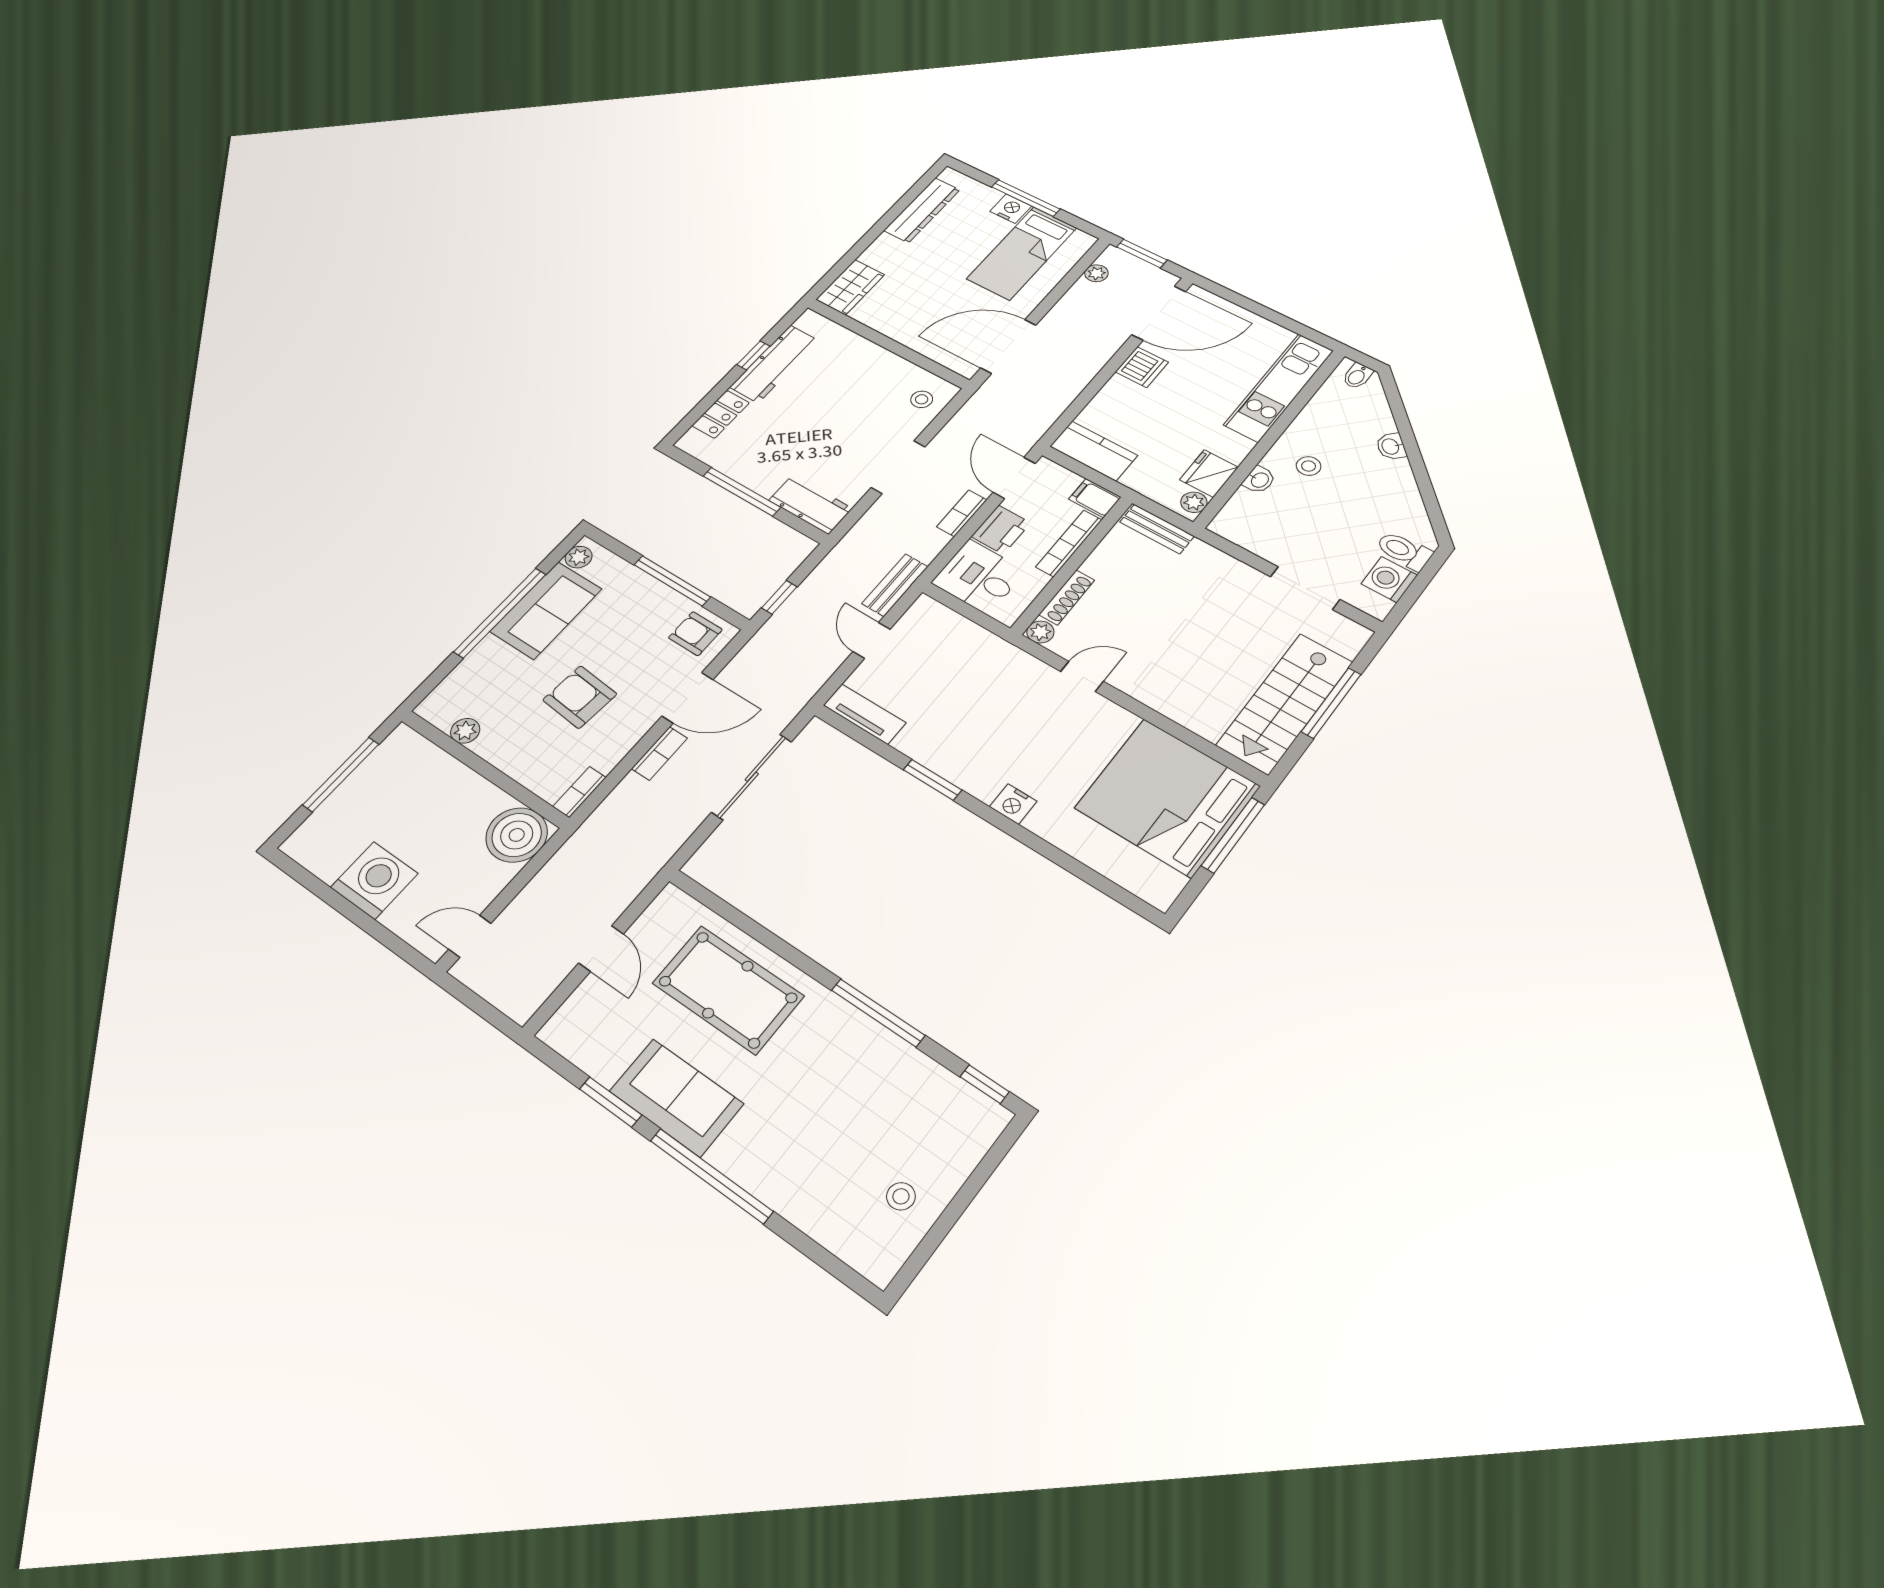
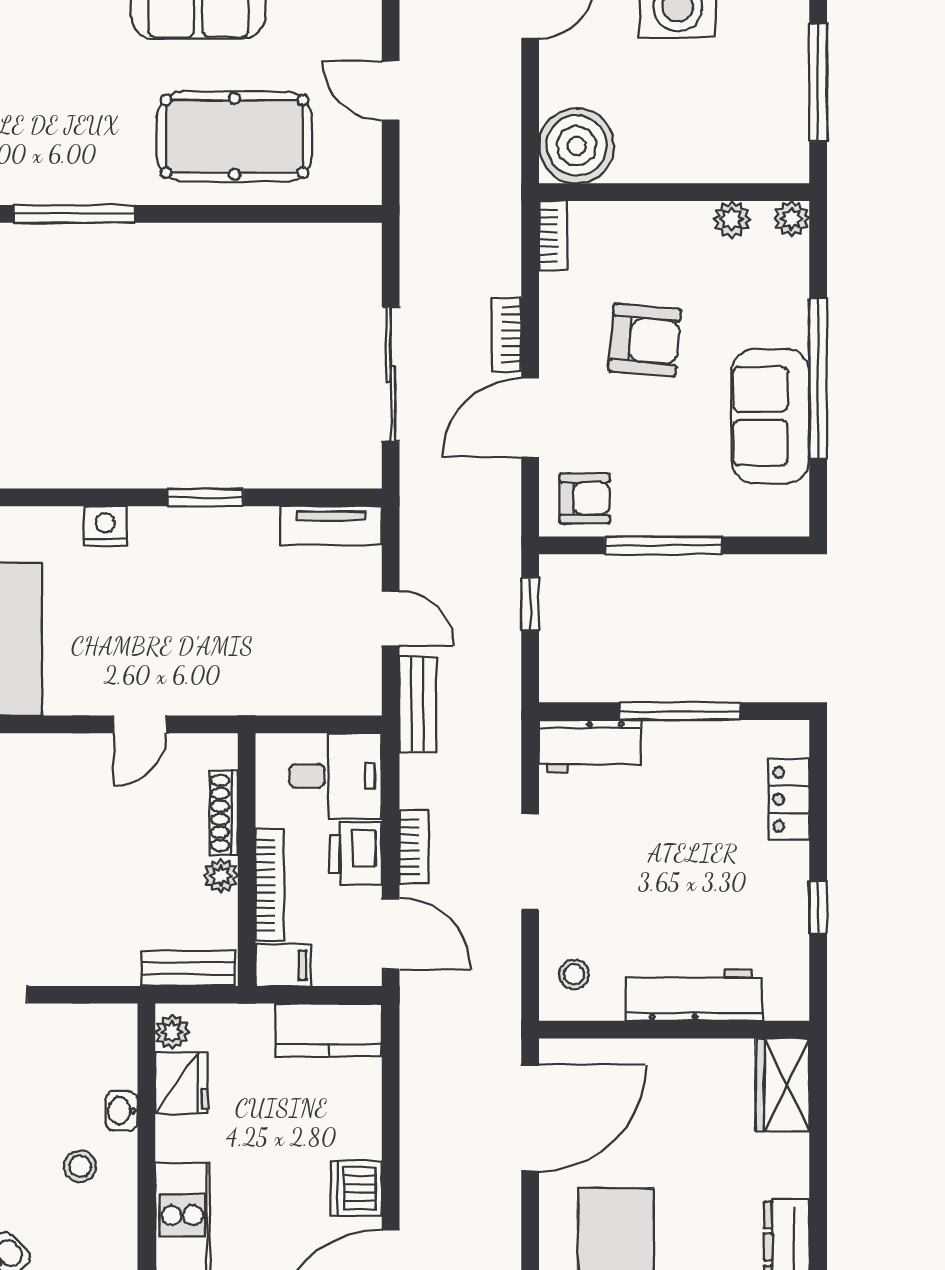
workbench: (774, 364) -> (694, 995), moved, turned 90
plant: (579, 557) -> (792, 219), moved
plant: (1040, 632) -> (221, 876), moved

